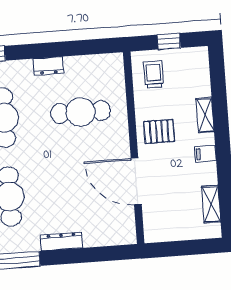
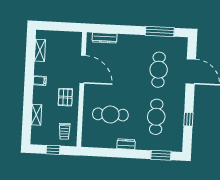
shelving: (205, 115) -> (36, 115), moved
pallet: (159, 131) -> (65, 97), turned 90
dresser: (61, 242) -> (105, 38), moved

